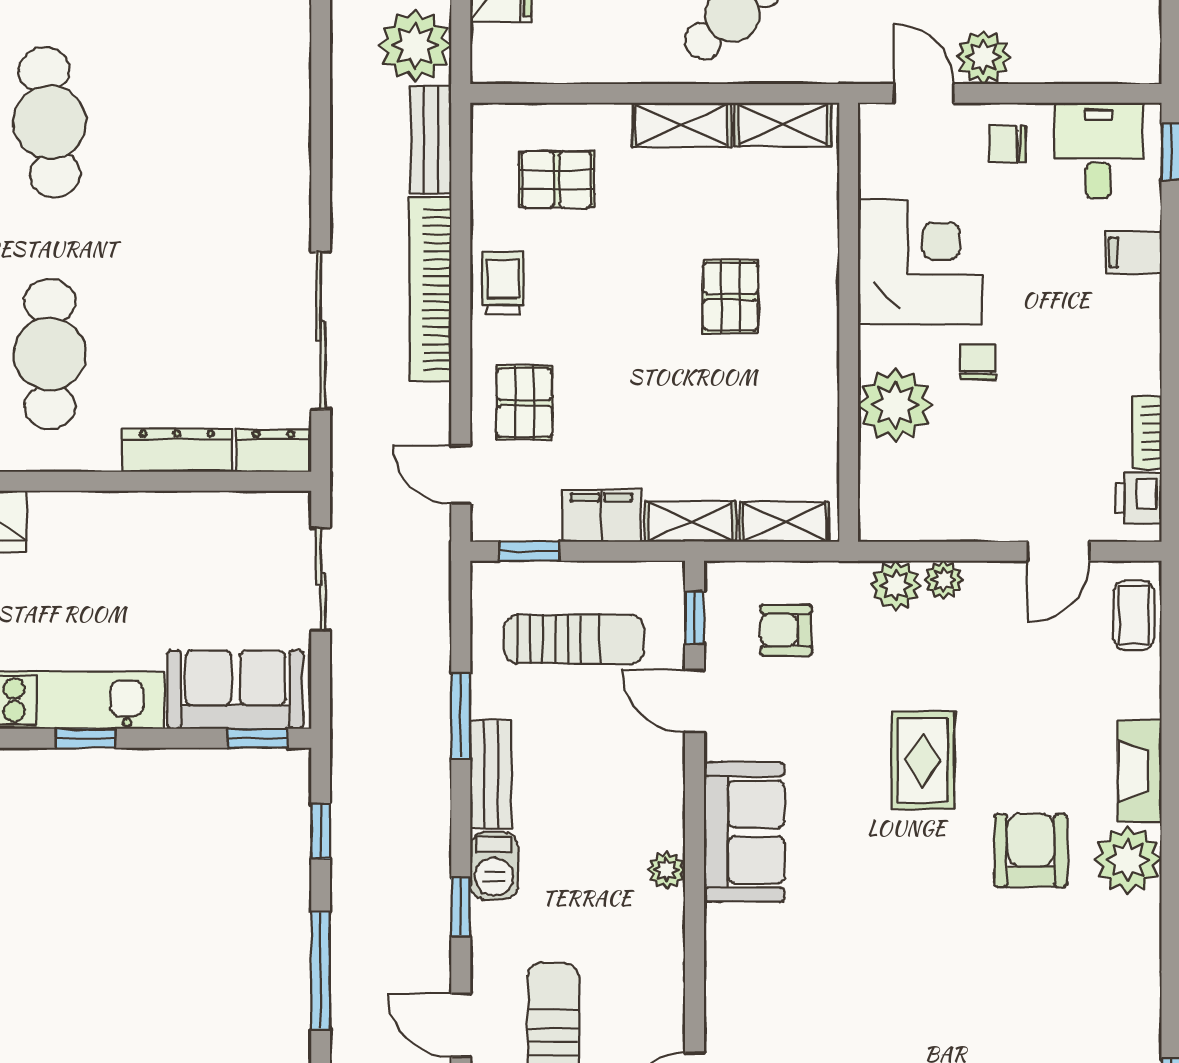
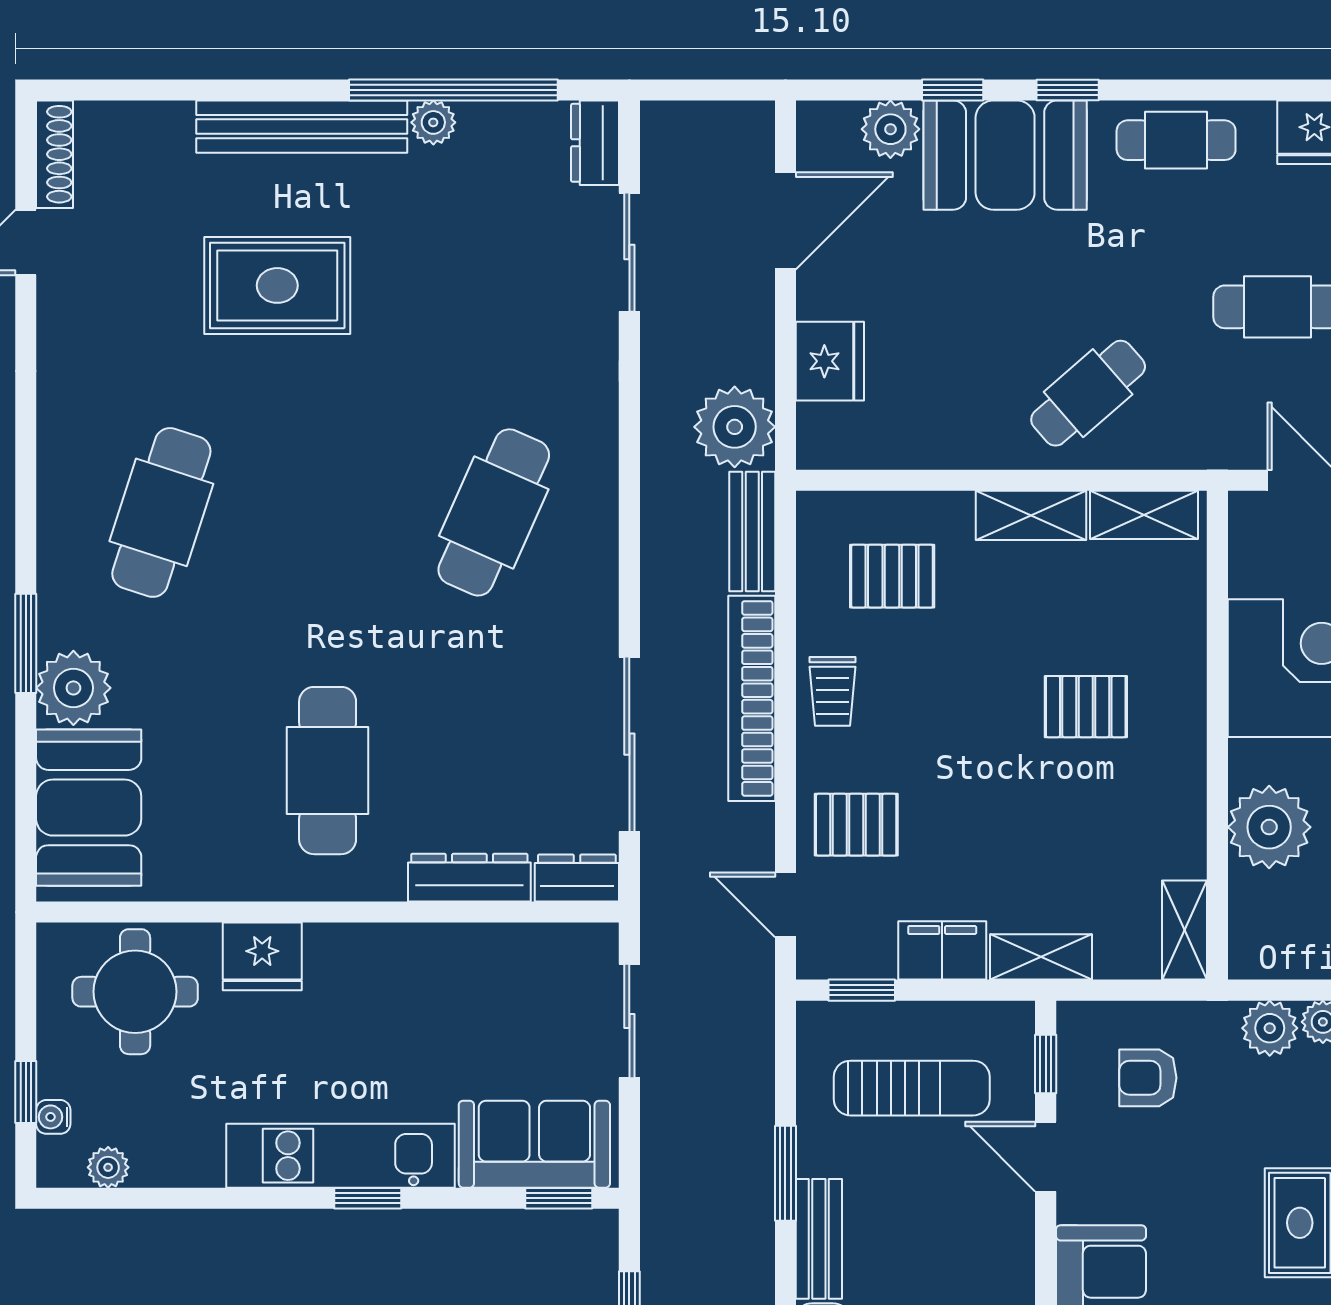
cafe table: (50, 122) -> (494, 512), moved, turned 30
trolley: (503, 283) -> (833, 691), turned 180
pallet: (730, 297) -> (1086, 707), turned 90
pallet: (524, 403) -> (856, 825), turned 90
shelving: (784, 522) -> (1185, 930), moved, turned 90

